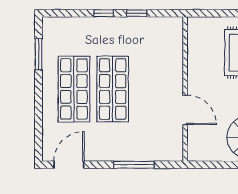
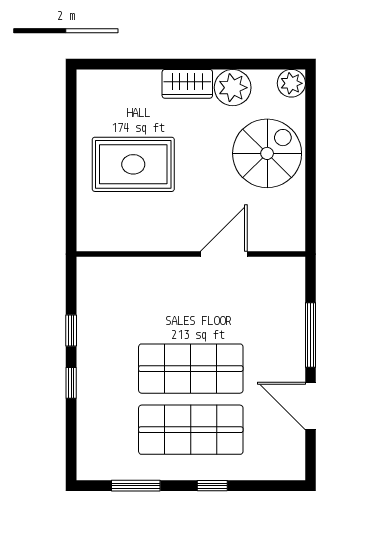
window: (39, 103) -> (212, 486), added
door: (69, 165) -> (310, 406), moved

